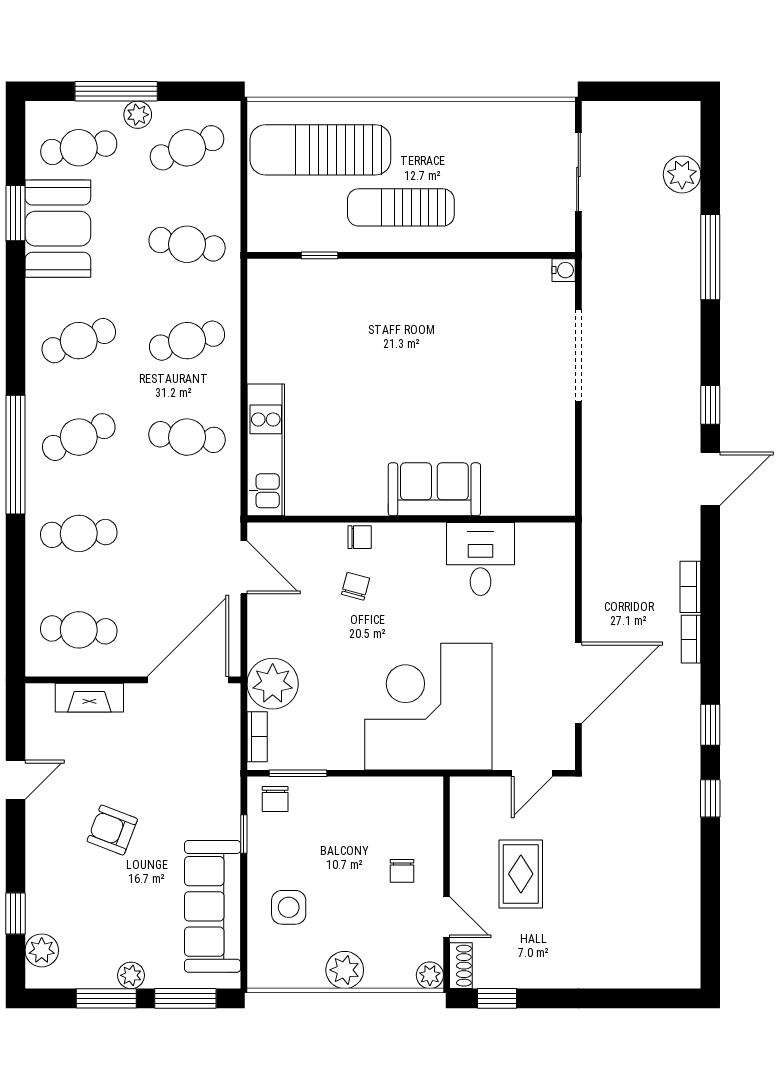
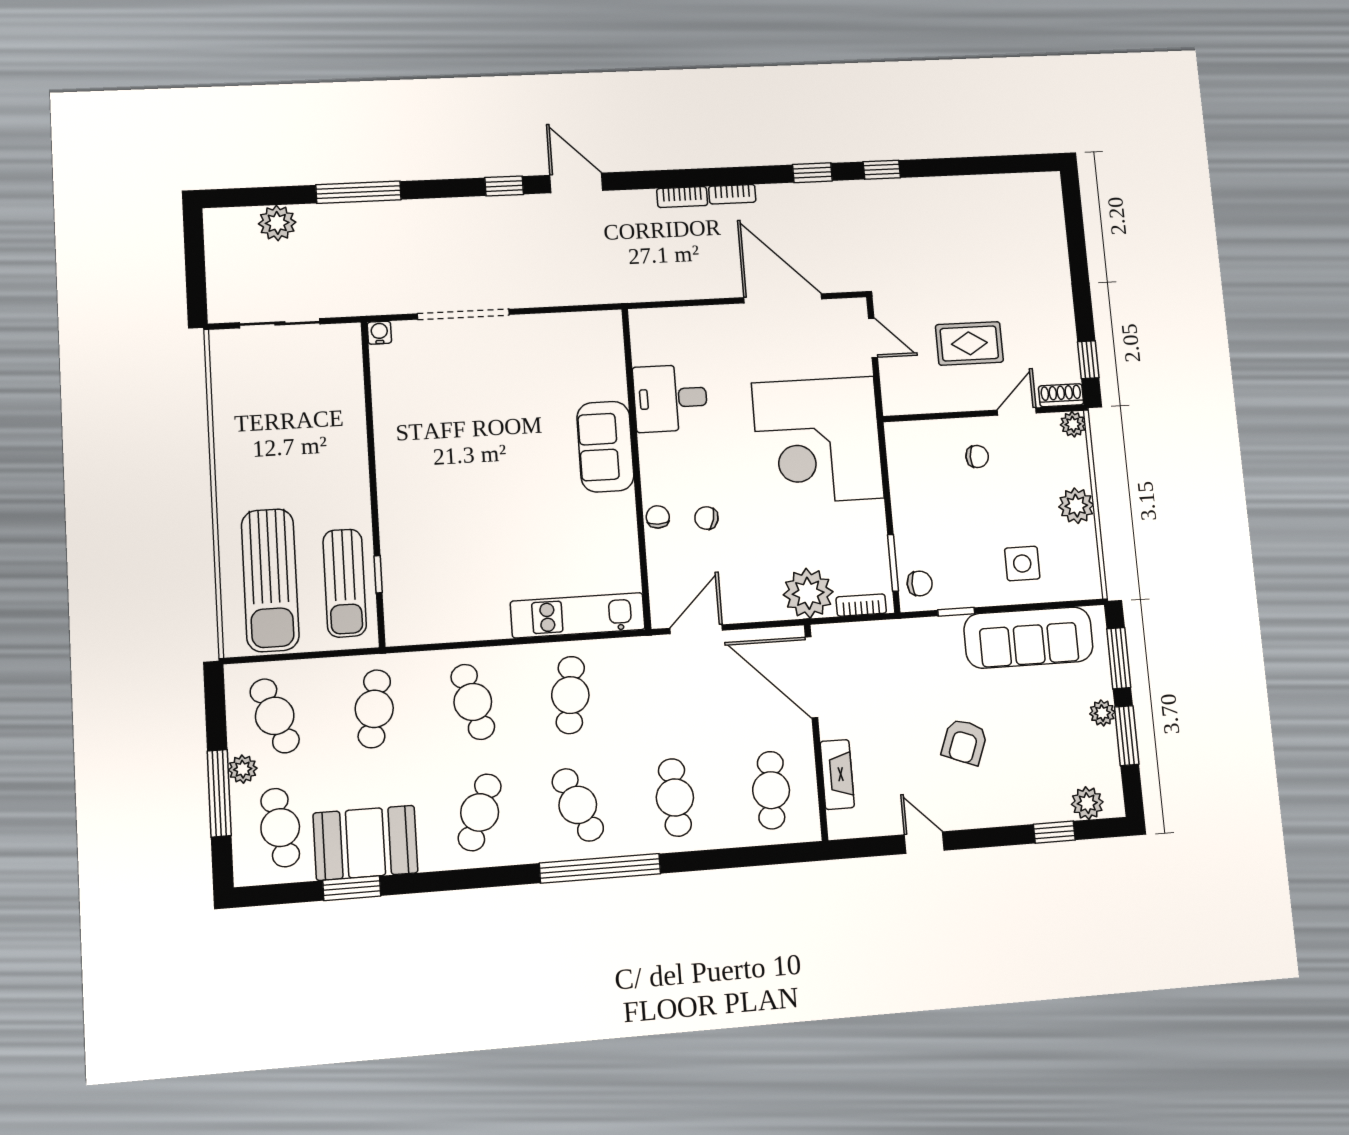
sun lounger: (401, 207) -> (345, 583), moved
cafe table: (79, 341) -> (480, 812), turned 42

